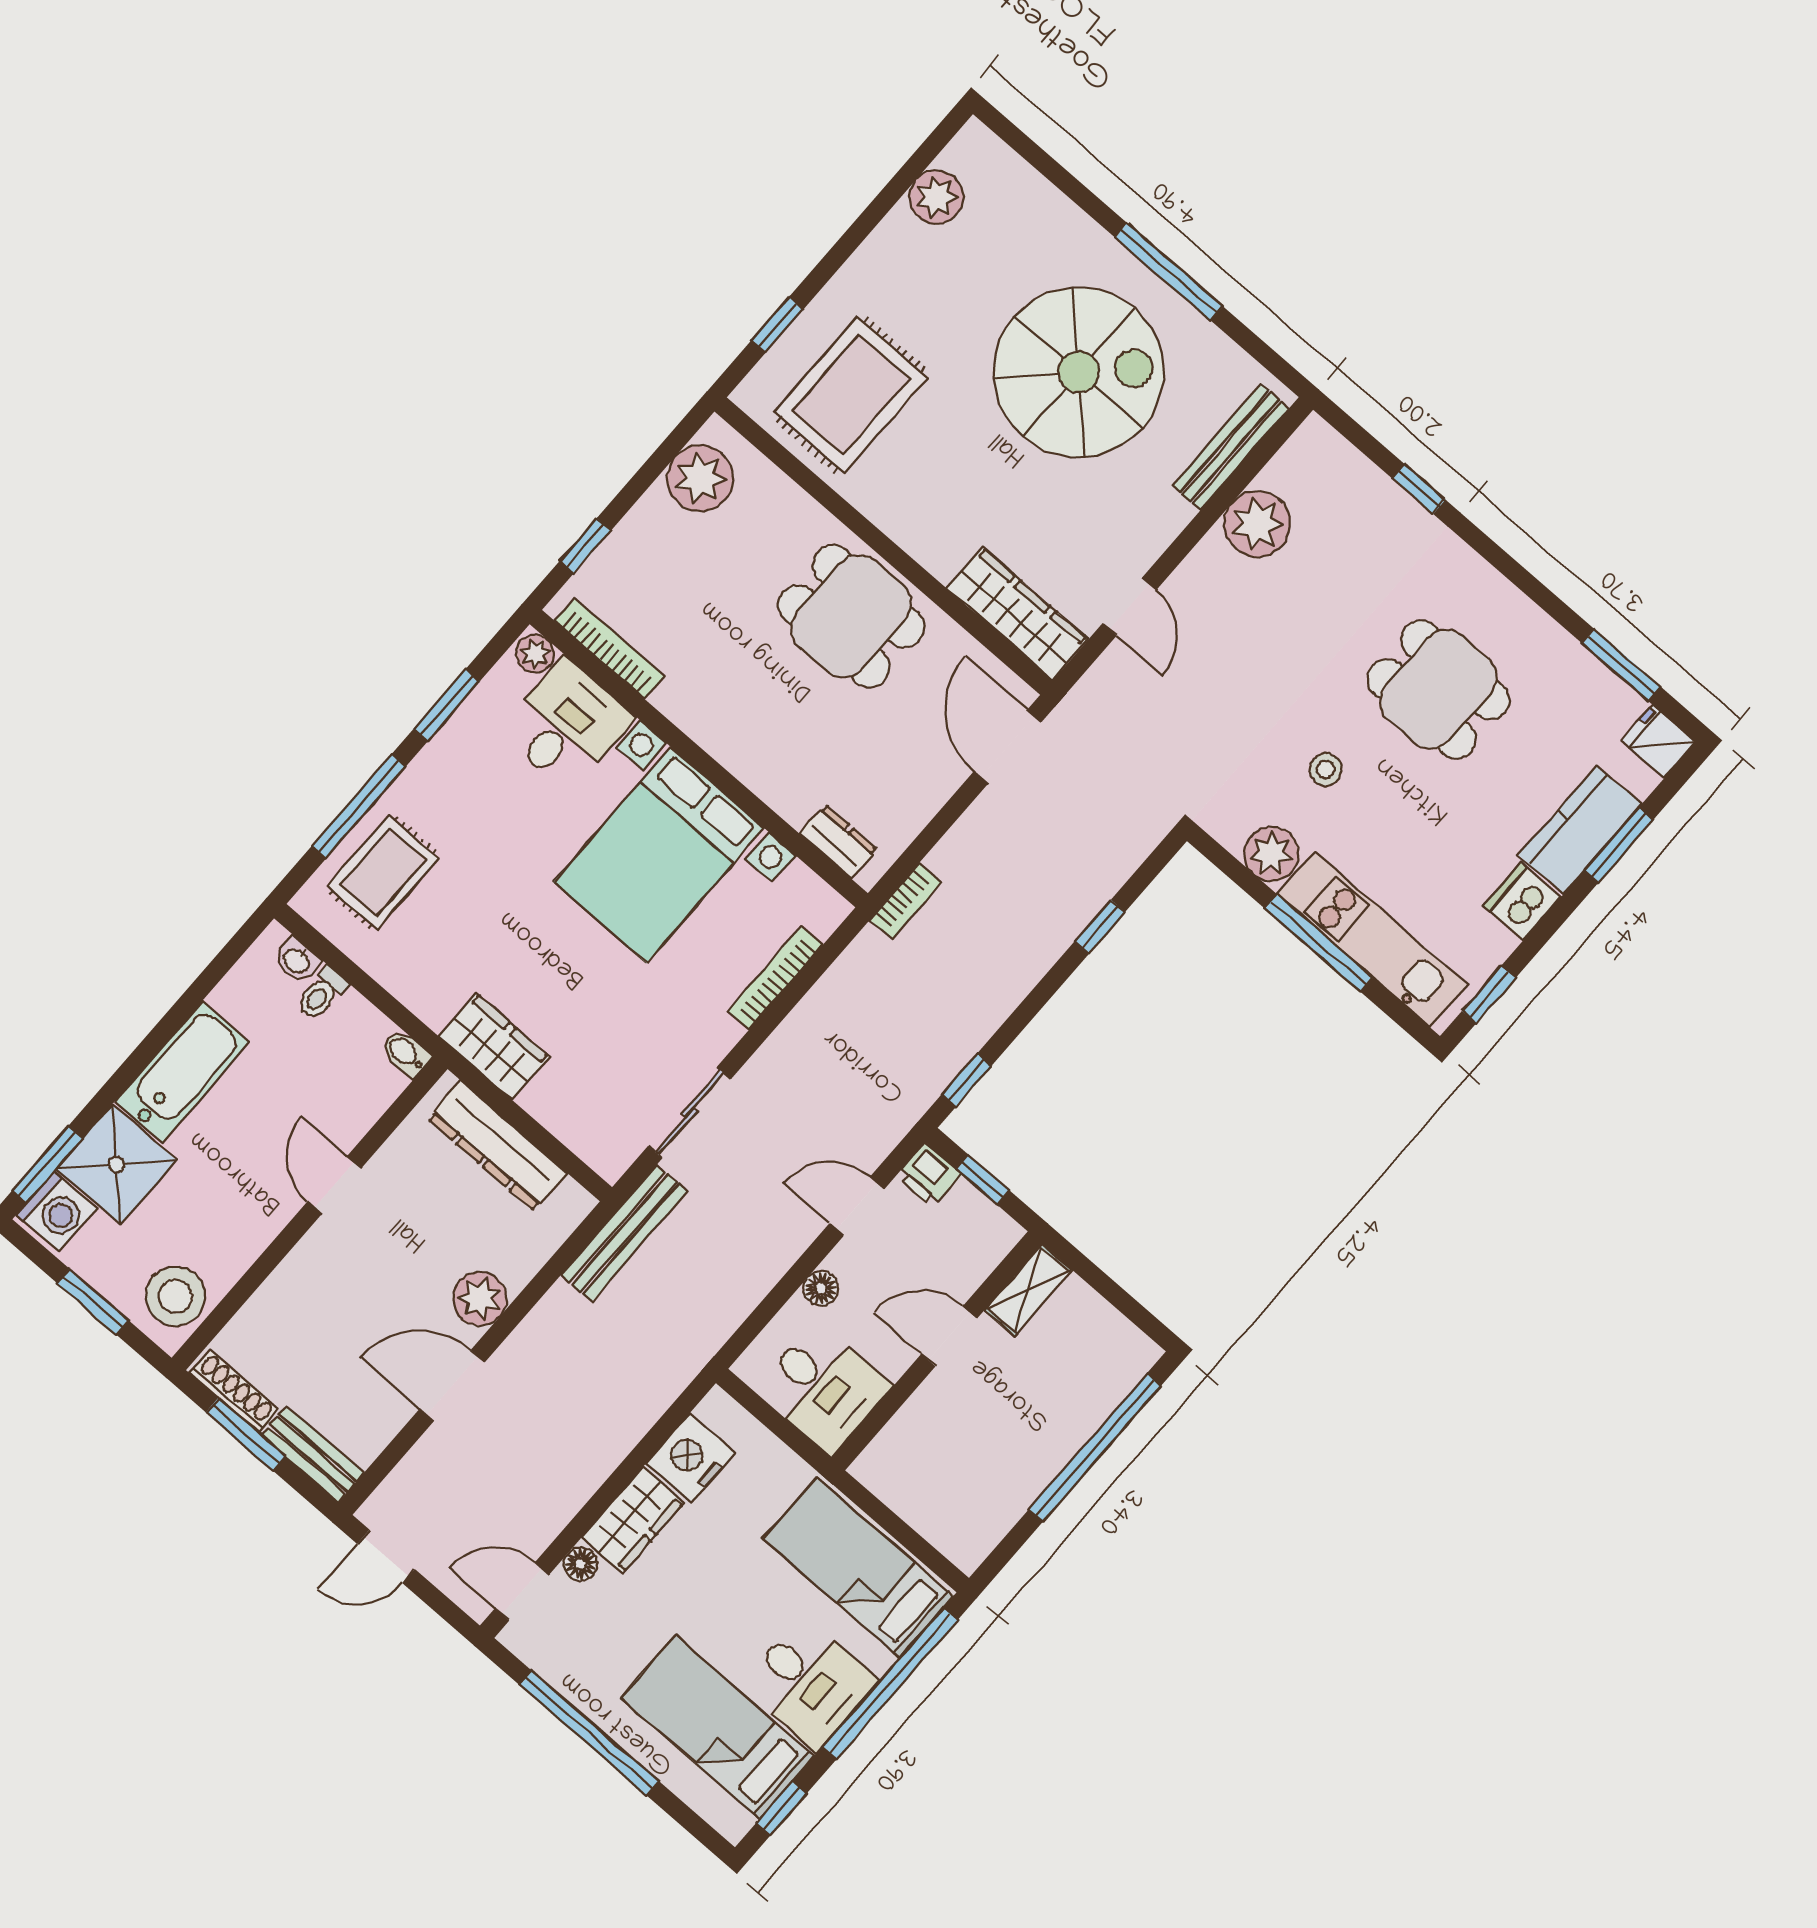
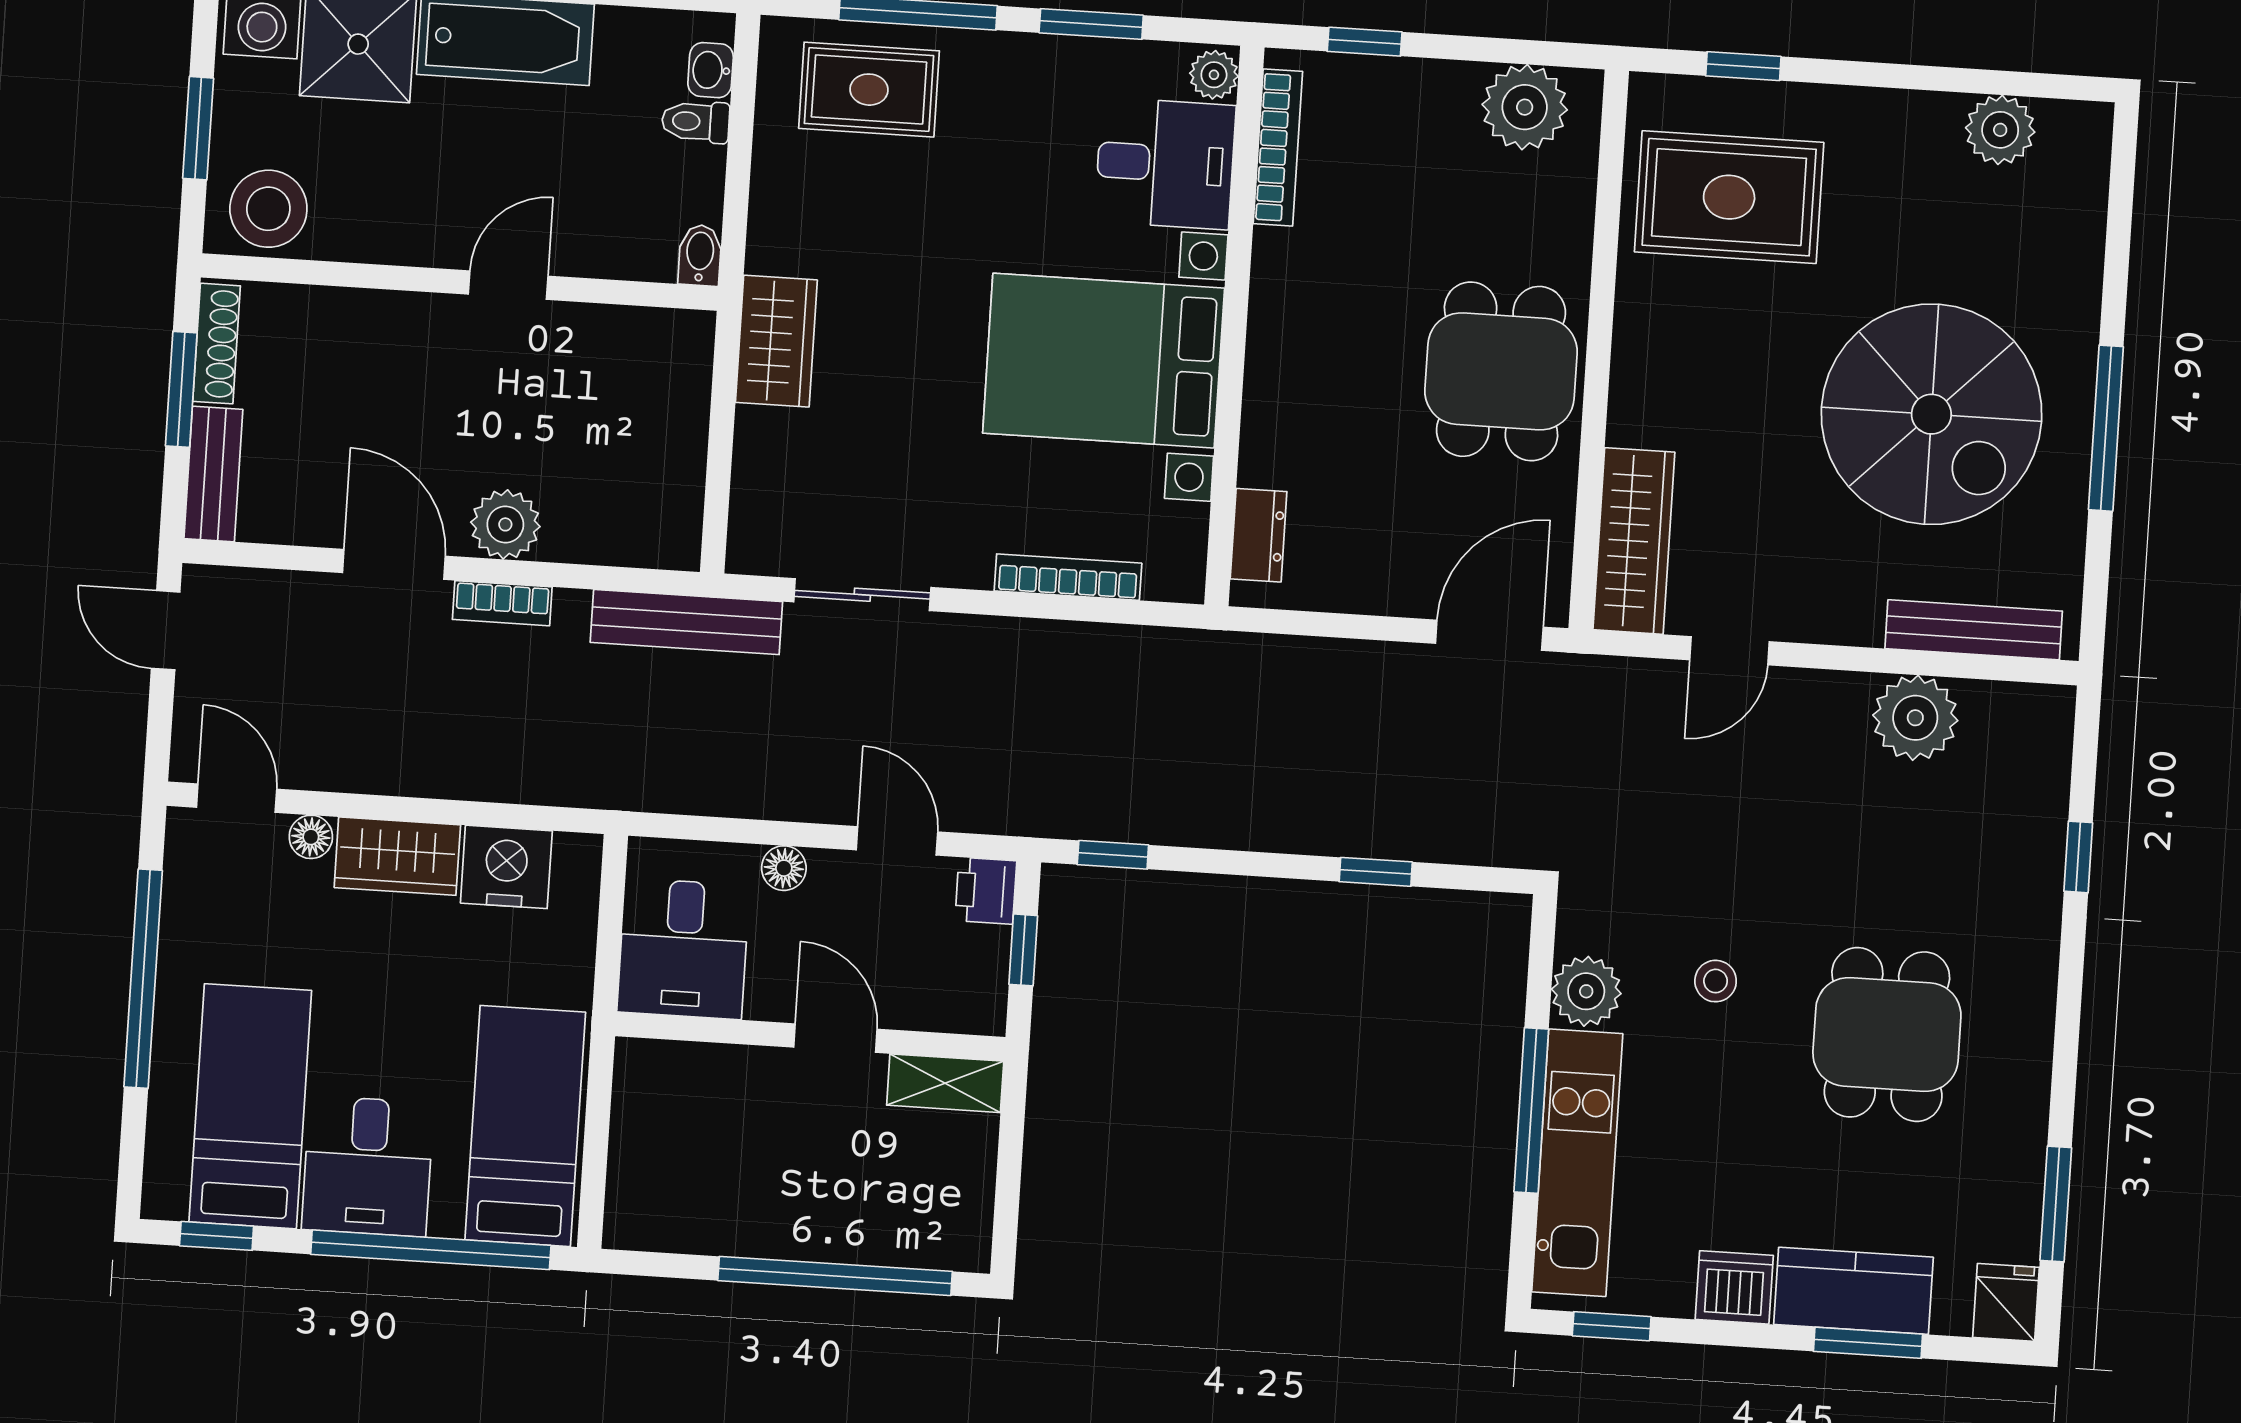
bookcase: (906, 901) -> (502, 603), moved
dresser: (498, 1146) -> (677, 423), removed

